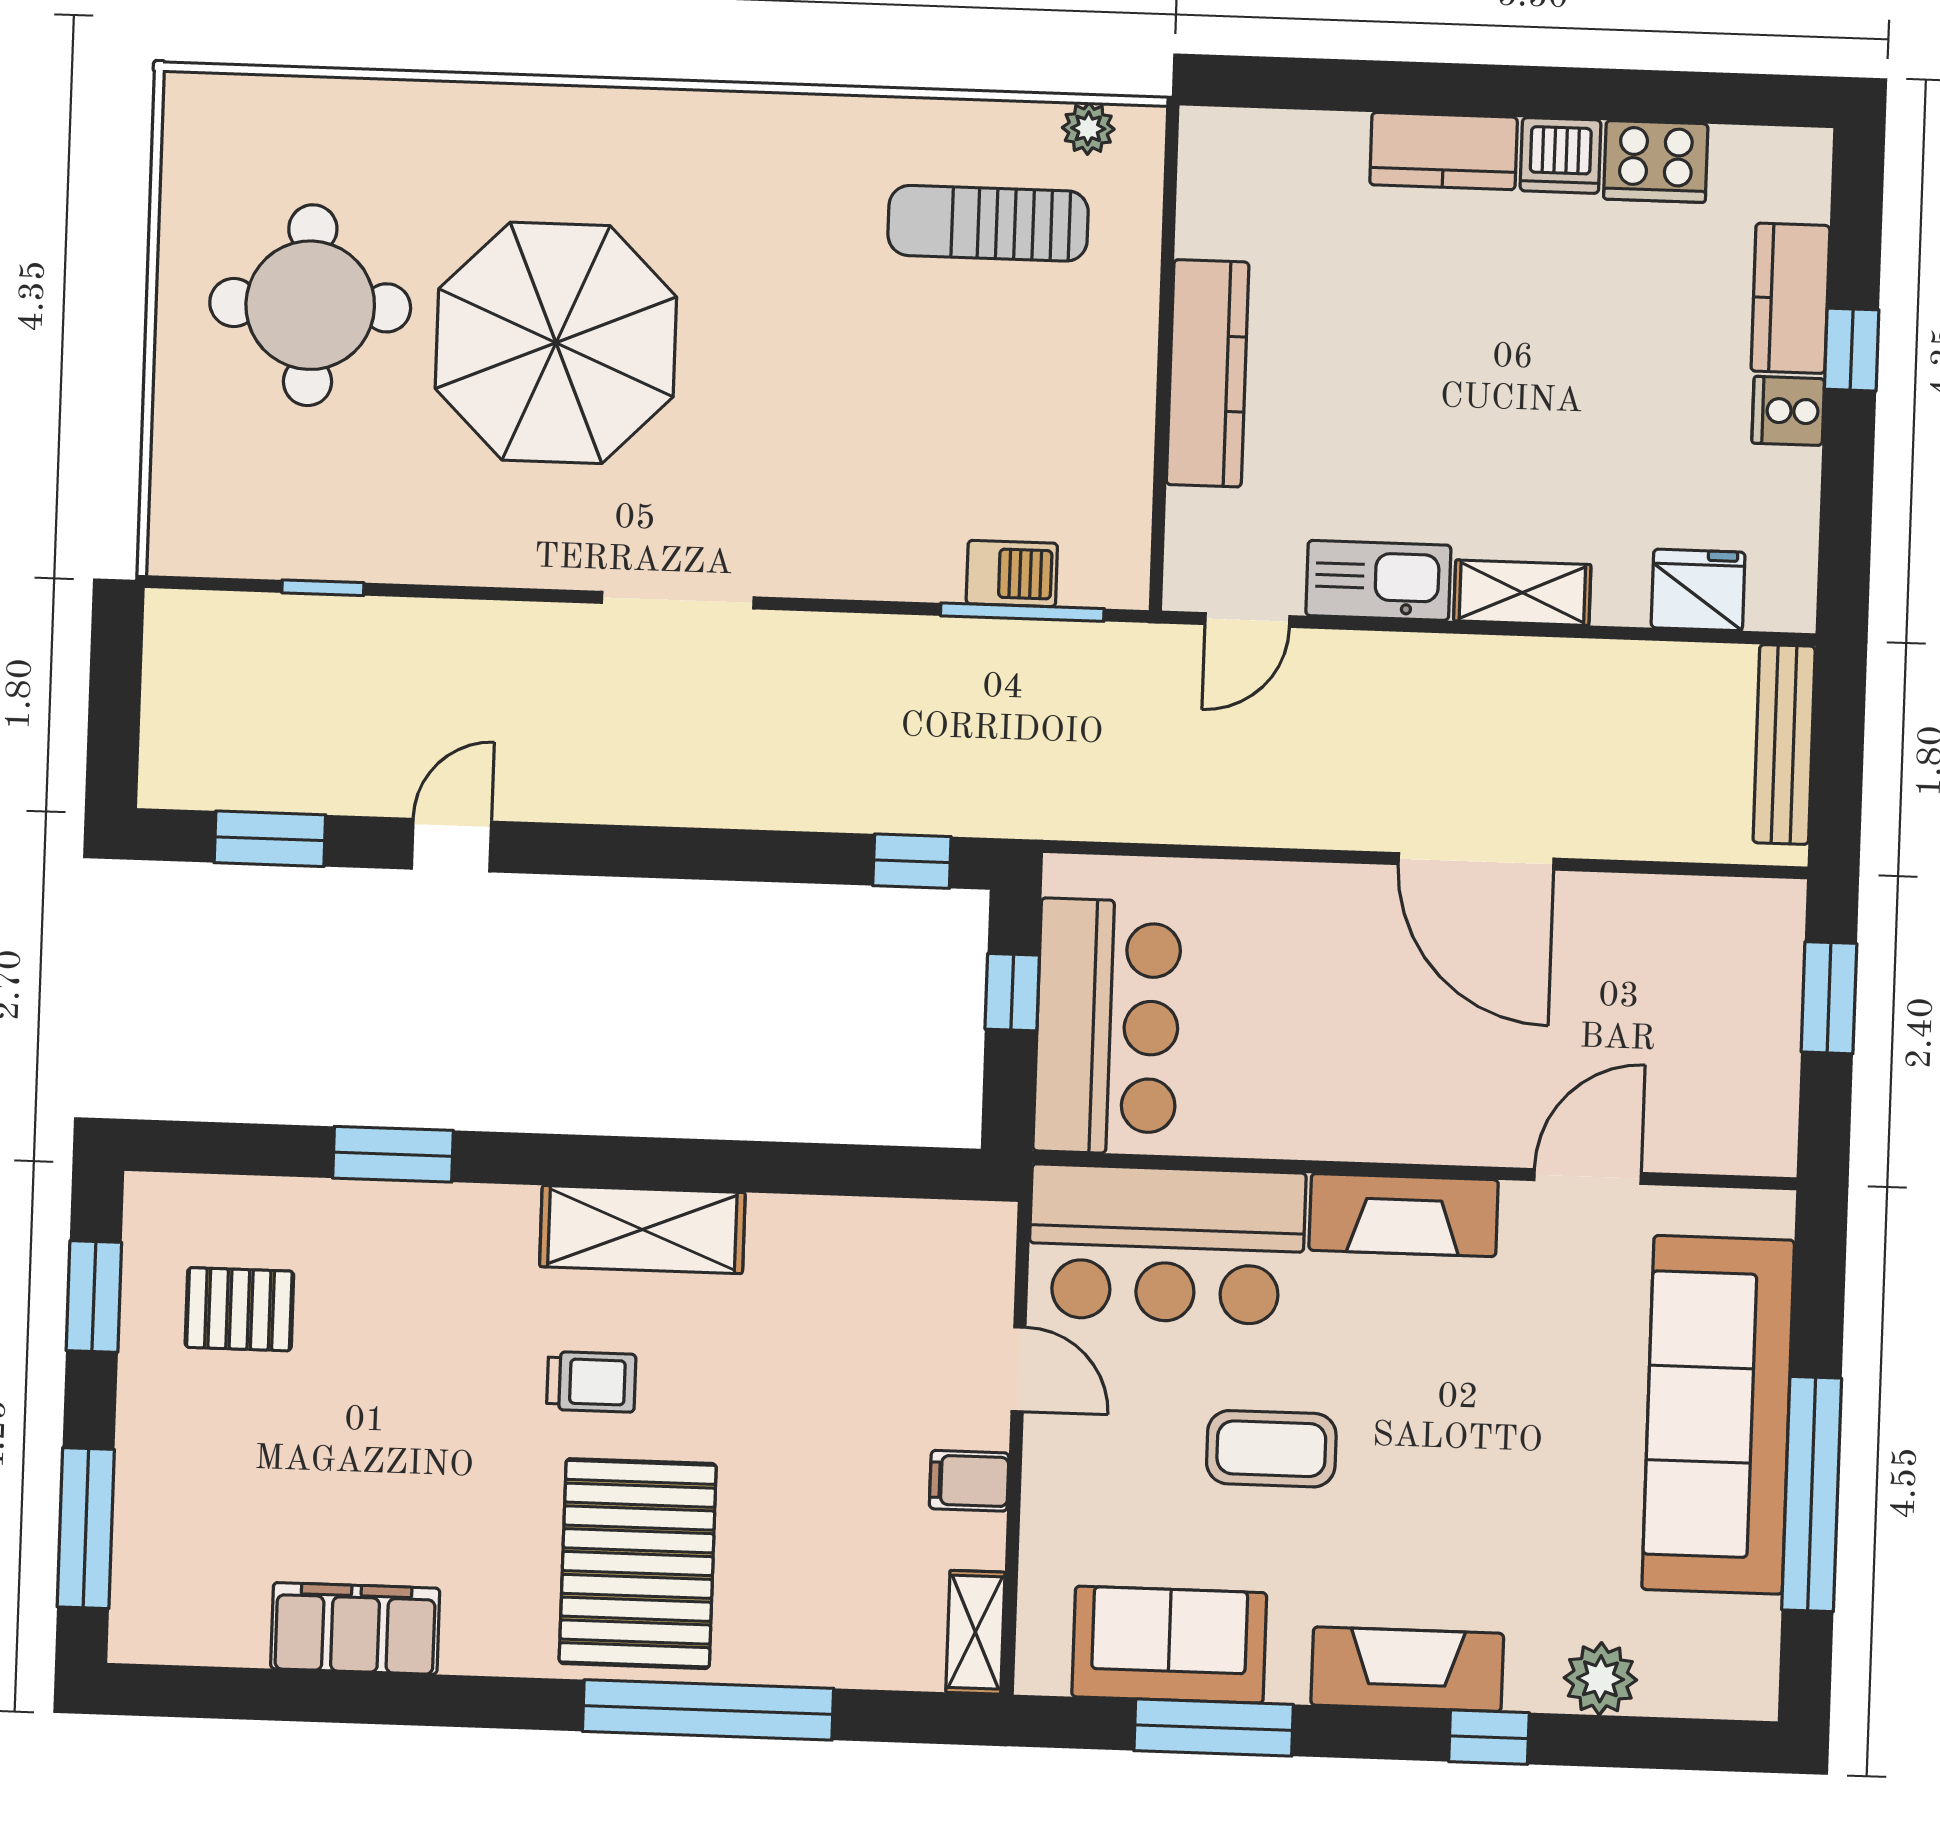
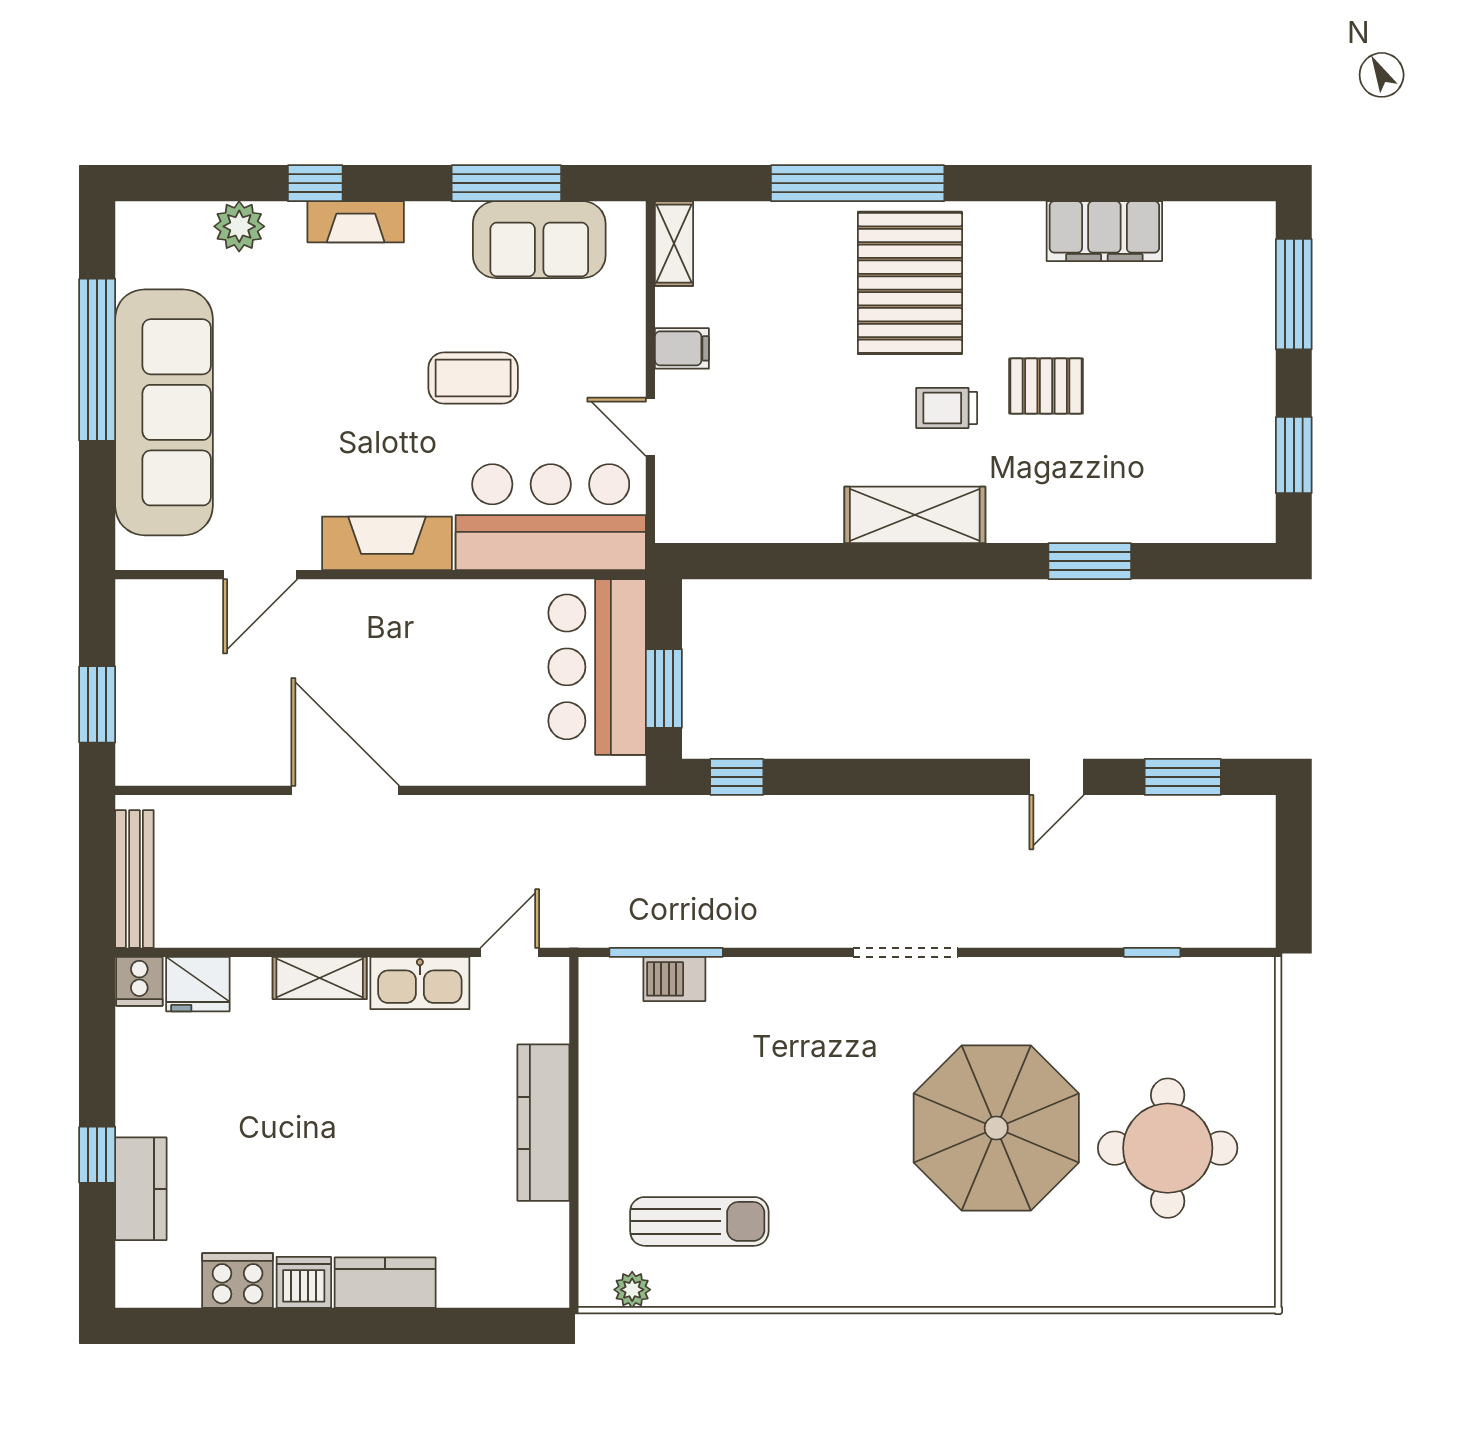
cooker: (1788, 411) -> (139, 981), moved, turned 90
window: (1012, 992) -> (664, 689), width x1.50
pallet: (239, 1309) -> (1046, 386), moved
fireplace: (1407, 1669) -> (356, 222), width x0.73, depth x0.76

